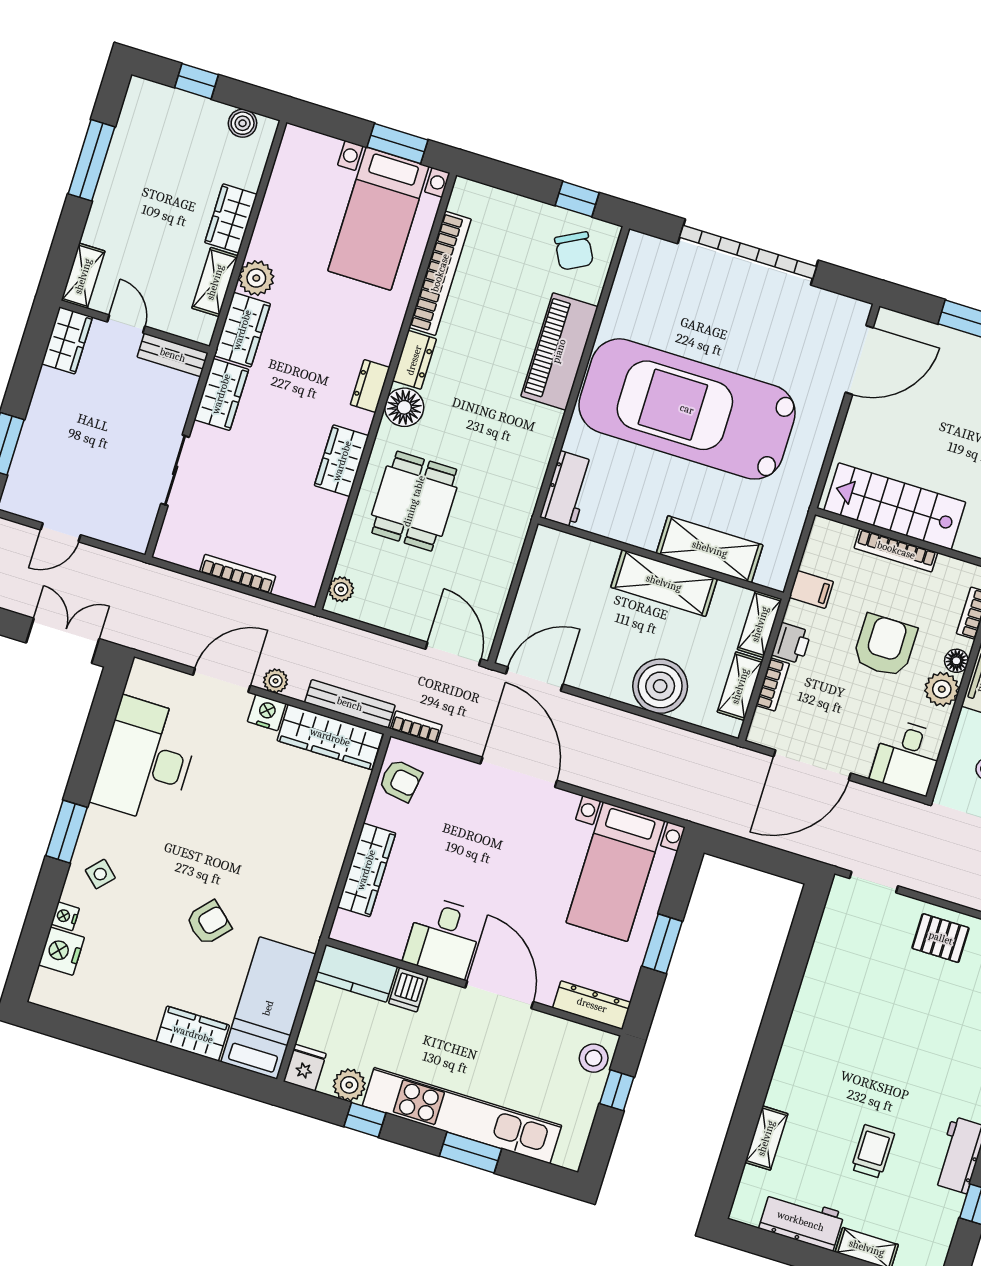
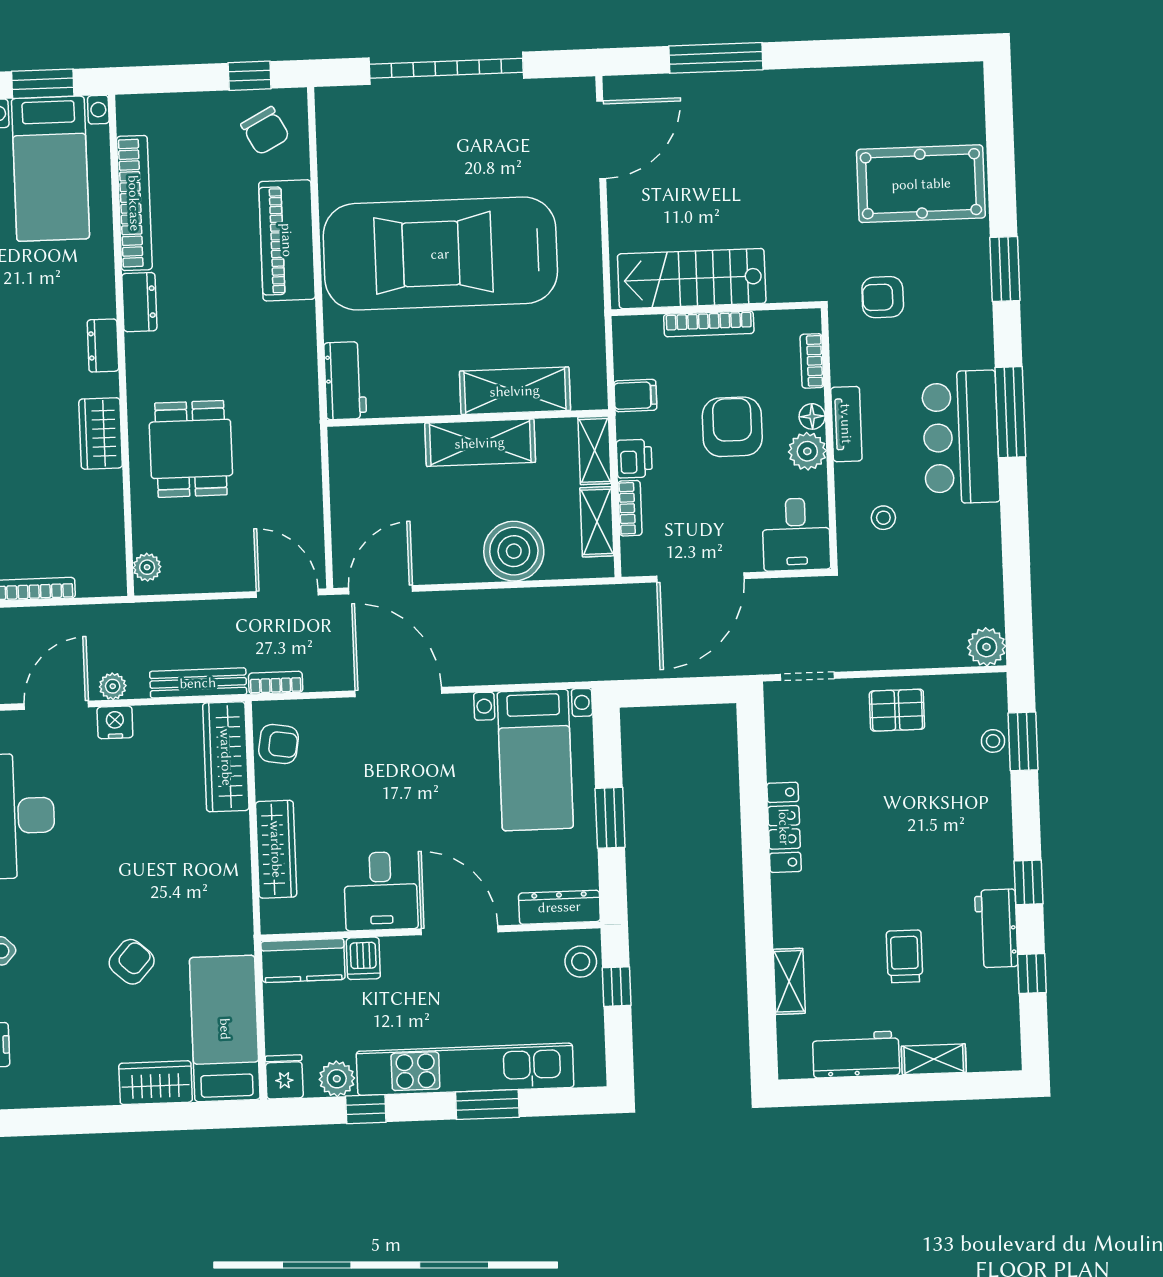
floor lamp: (404, 407) -> (146, 355), removed
wardrobe: (330, 737) -> (226, 757), moved, turned 90
locker: (808, 1004) -> (784, 827), added

